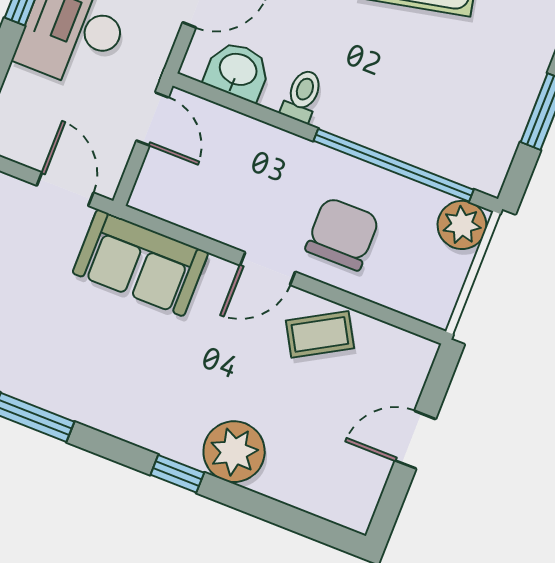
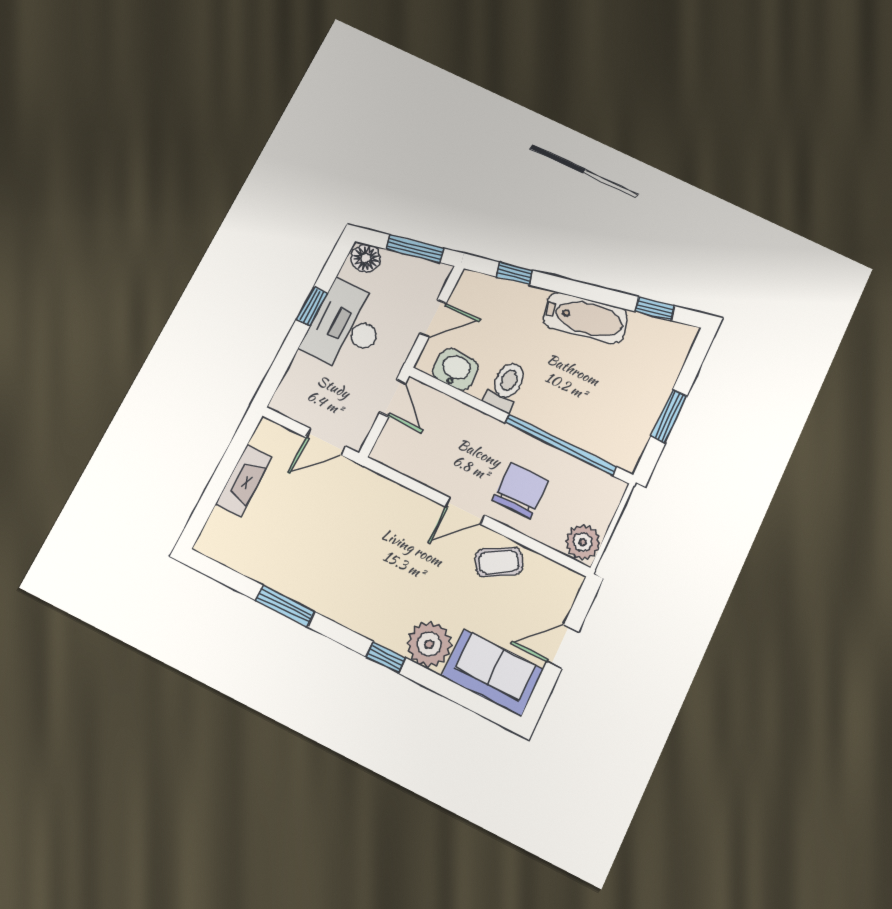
toilet: (302, 96) -> (506, 386), width x1.37, depth x1.39
door: (65, 189) -> (326, 442), swing flipped
plant: (462, 225) -> (583, 542), moved
sofa: (140, 263) -> (493, 673), moved, turned 180

